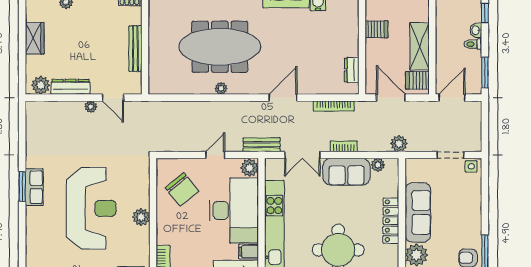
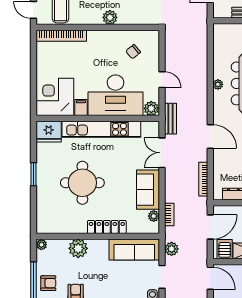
plant: (399, 144) -> (172, 249), moved
bookcase: (344, 146) -> (169, 214), moved
chair: (182, 189) -> (133, 52), width x0.54, depth x0.54
sofa: (418, 212) -> (134, 250), moved

